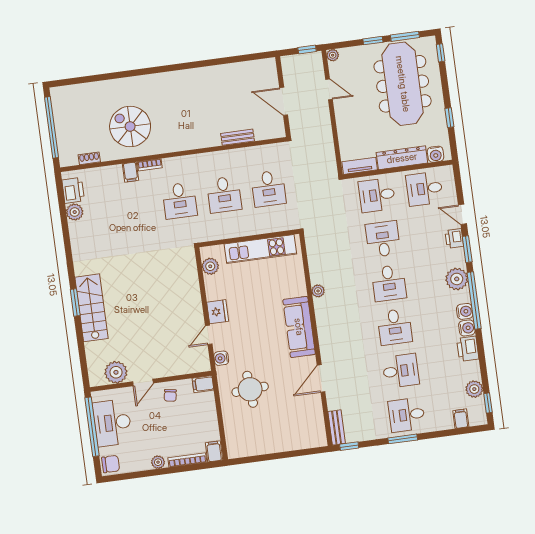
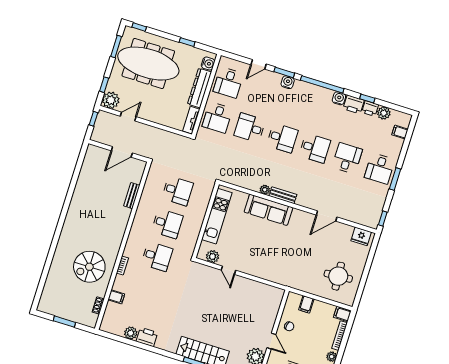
window: (373, 41) -> (104, 85), moved
plant: (333, 55) -> (111, 100), width x1.87, depth x1.87
window: (52, 127) -> (64, 322), width x0.47
filing cabinet: (131, 172) -> (116, 297), moved
printer: (73, 190) -> (147, 337), moved
printer: (454, 239) -> (370, 108), moved
plant: (457, 279) -> (302, 89), removed
water cooler: (465, 311) -> (288, 82), moved
fridge: (218, 312) -> (361, 236), moved, turned 180
sofa: (299, 327) -> (268, 210), moved
door: (209, 335) -> (228, 270), moved
water cooler: (221, 358) -> (280, 279), removed
door: (321, 378) -> (327, 216), hinge flipped
filing cabinet: (203, 384) -> (306, 304), moved
round table: (250, 389) -> (338, 276), moved
window: (488, 403) -> (367, 99), moved
bench: (337, 427) -> (283, 195), moved

